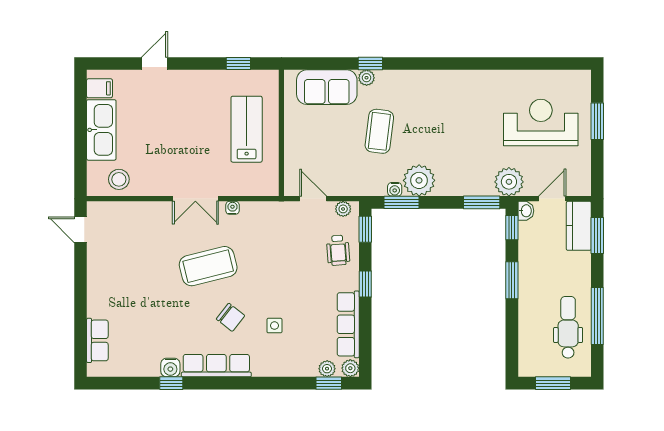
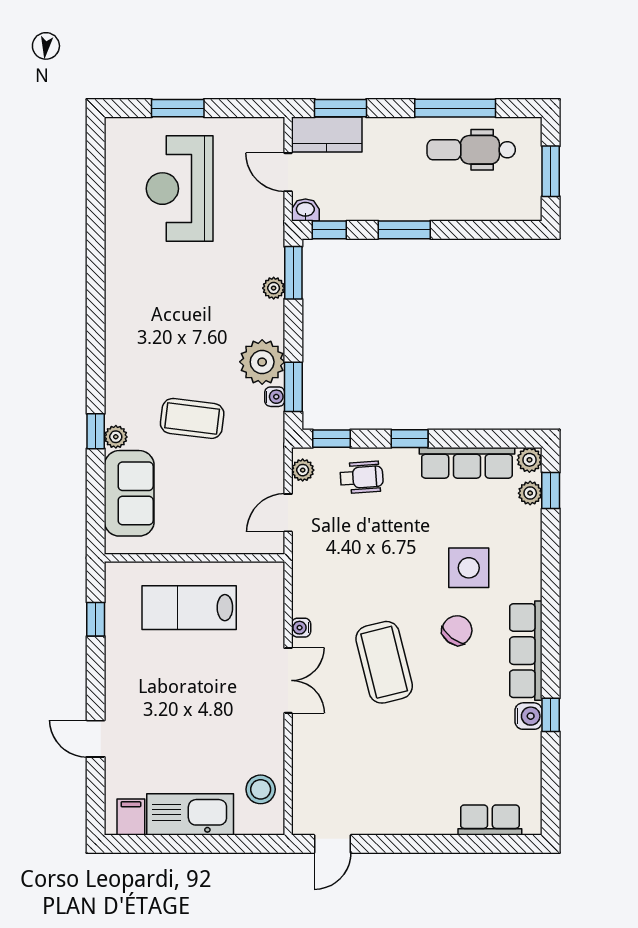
plant: (509, 182) -> (274, 288), moved, width x0.53, depth x0.53
side table: (274, 326) -> (469, 568), width x1.87, depth x1.87

